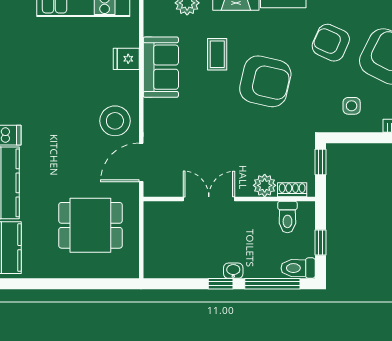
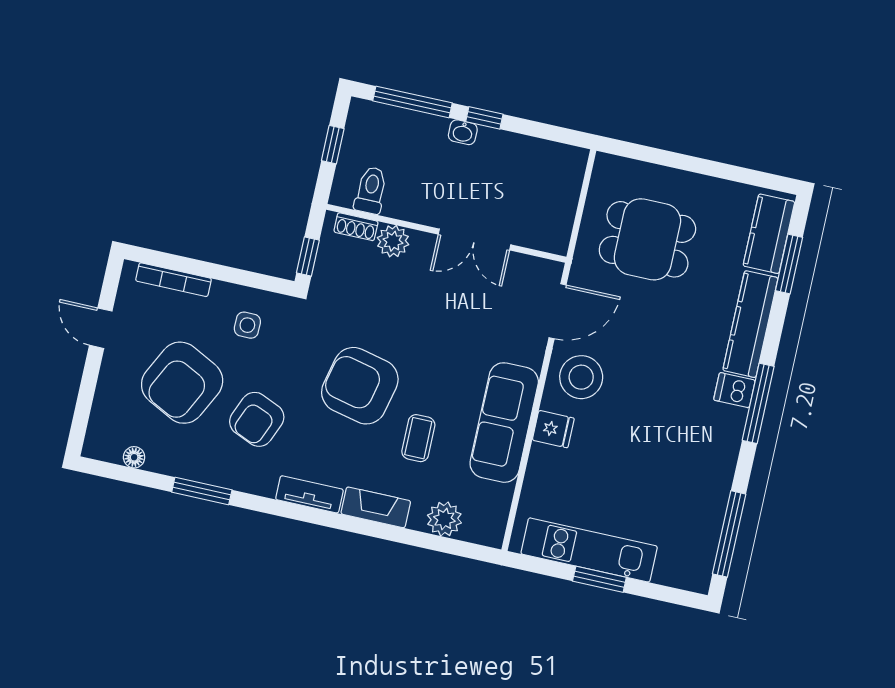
armchair: (331, 43) -> (257, 419), turned 89
fridge: (126, 59) -> (553, 429), moved
sofa: (161, 67) -> (504, 423), width x1.36
toilet: (298, 268) -> (372, 116), removed

